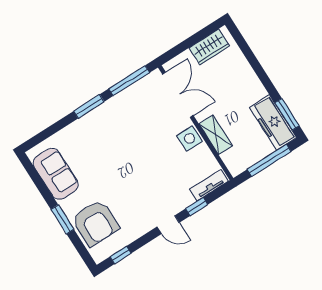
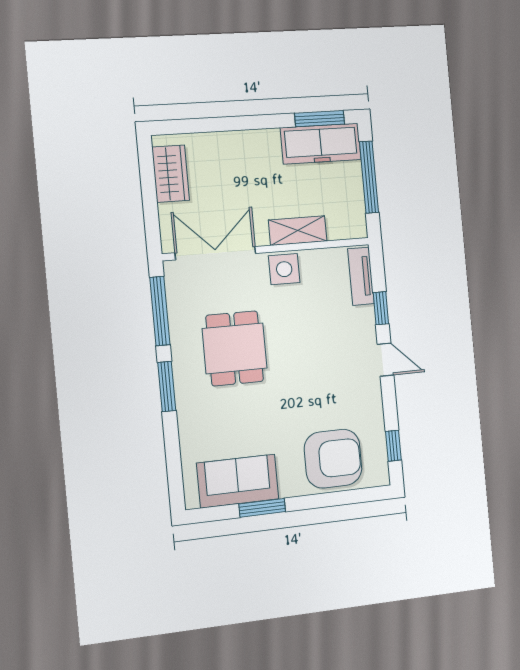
dining table: (130, 133) -> (235, 348), added
window: (62, 219) -> (262, 508), moved
door: (168, 225) -> (386, 360), hinge flipped

